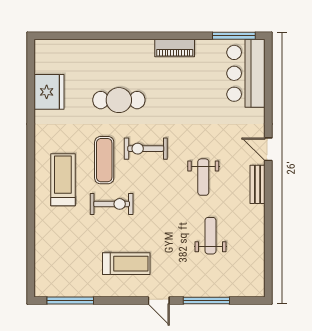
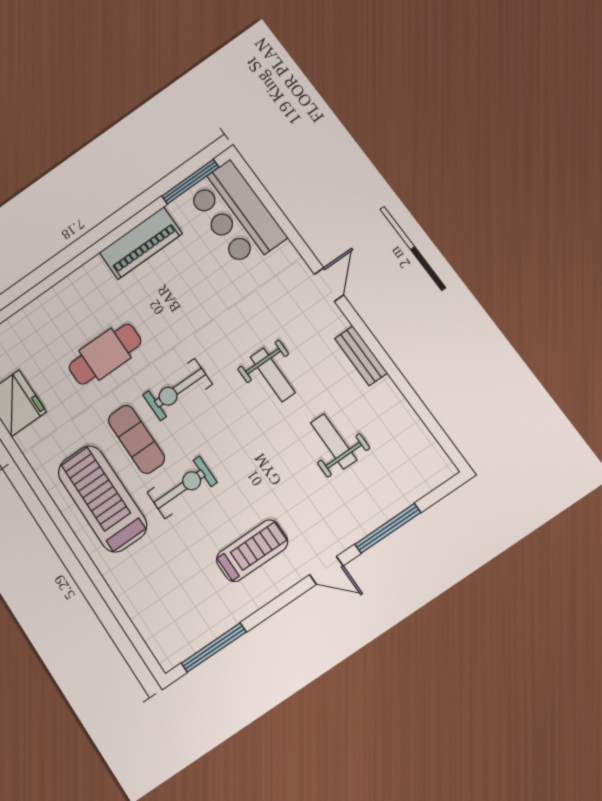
piano: (175, 48) -> (141, 243), width x1.37, depth x1.33
door: (268, 149) -> (329, 285), swing flipped
treadmill: (63, 180) -> (102, 499), width x1.37, depth x1.38
bench: (257, 184) -> (361, 356), moved

